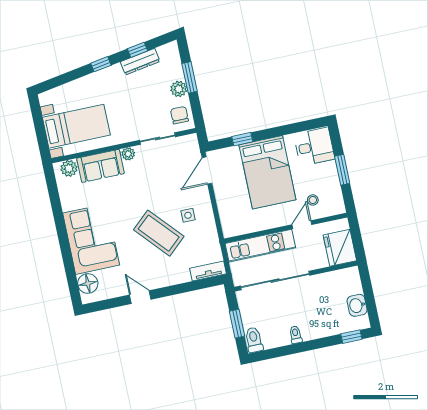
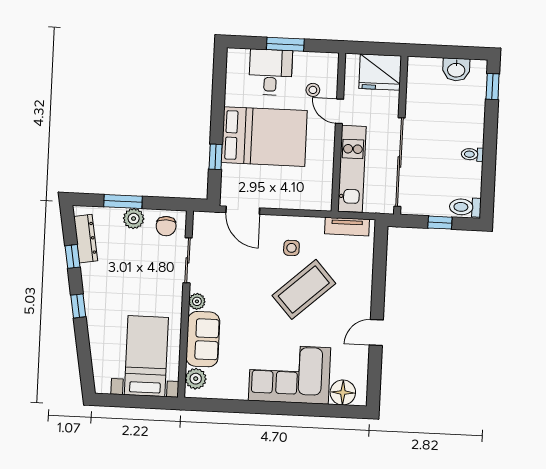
dresser: (140, 62) -> (86, 239), moved
chair: (179, 115) -> (166, 226), turned -90
desk: (314, 147) -> (271, 72), moved
tv unit: (208, 271) -> (347, 227), moved, turned -90
window: (237, 324) -> (440, 223), width x0.67

